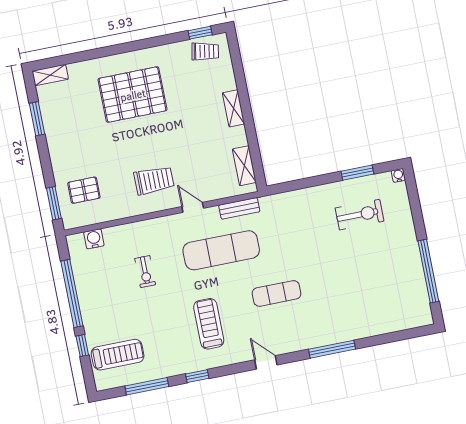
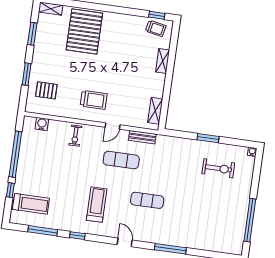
pallet: (133, 95) -> (84, 32), moved, turned 90
shelving: (234, 108) -> (163, 61), moved
window: (357, 173) -> (208, 138), moved
window: (54, 203) -> (27, 74), moved
door: (193, 207) -> (113, 126), swing flipped
exercise mat: (221, 250) -> (121, 160), width x0.73, depth x0.69
exercise bike: (145, 272) -> (75, 136), moved

